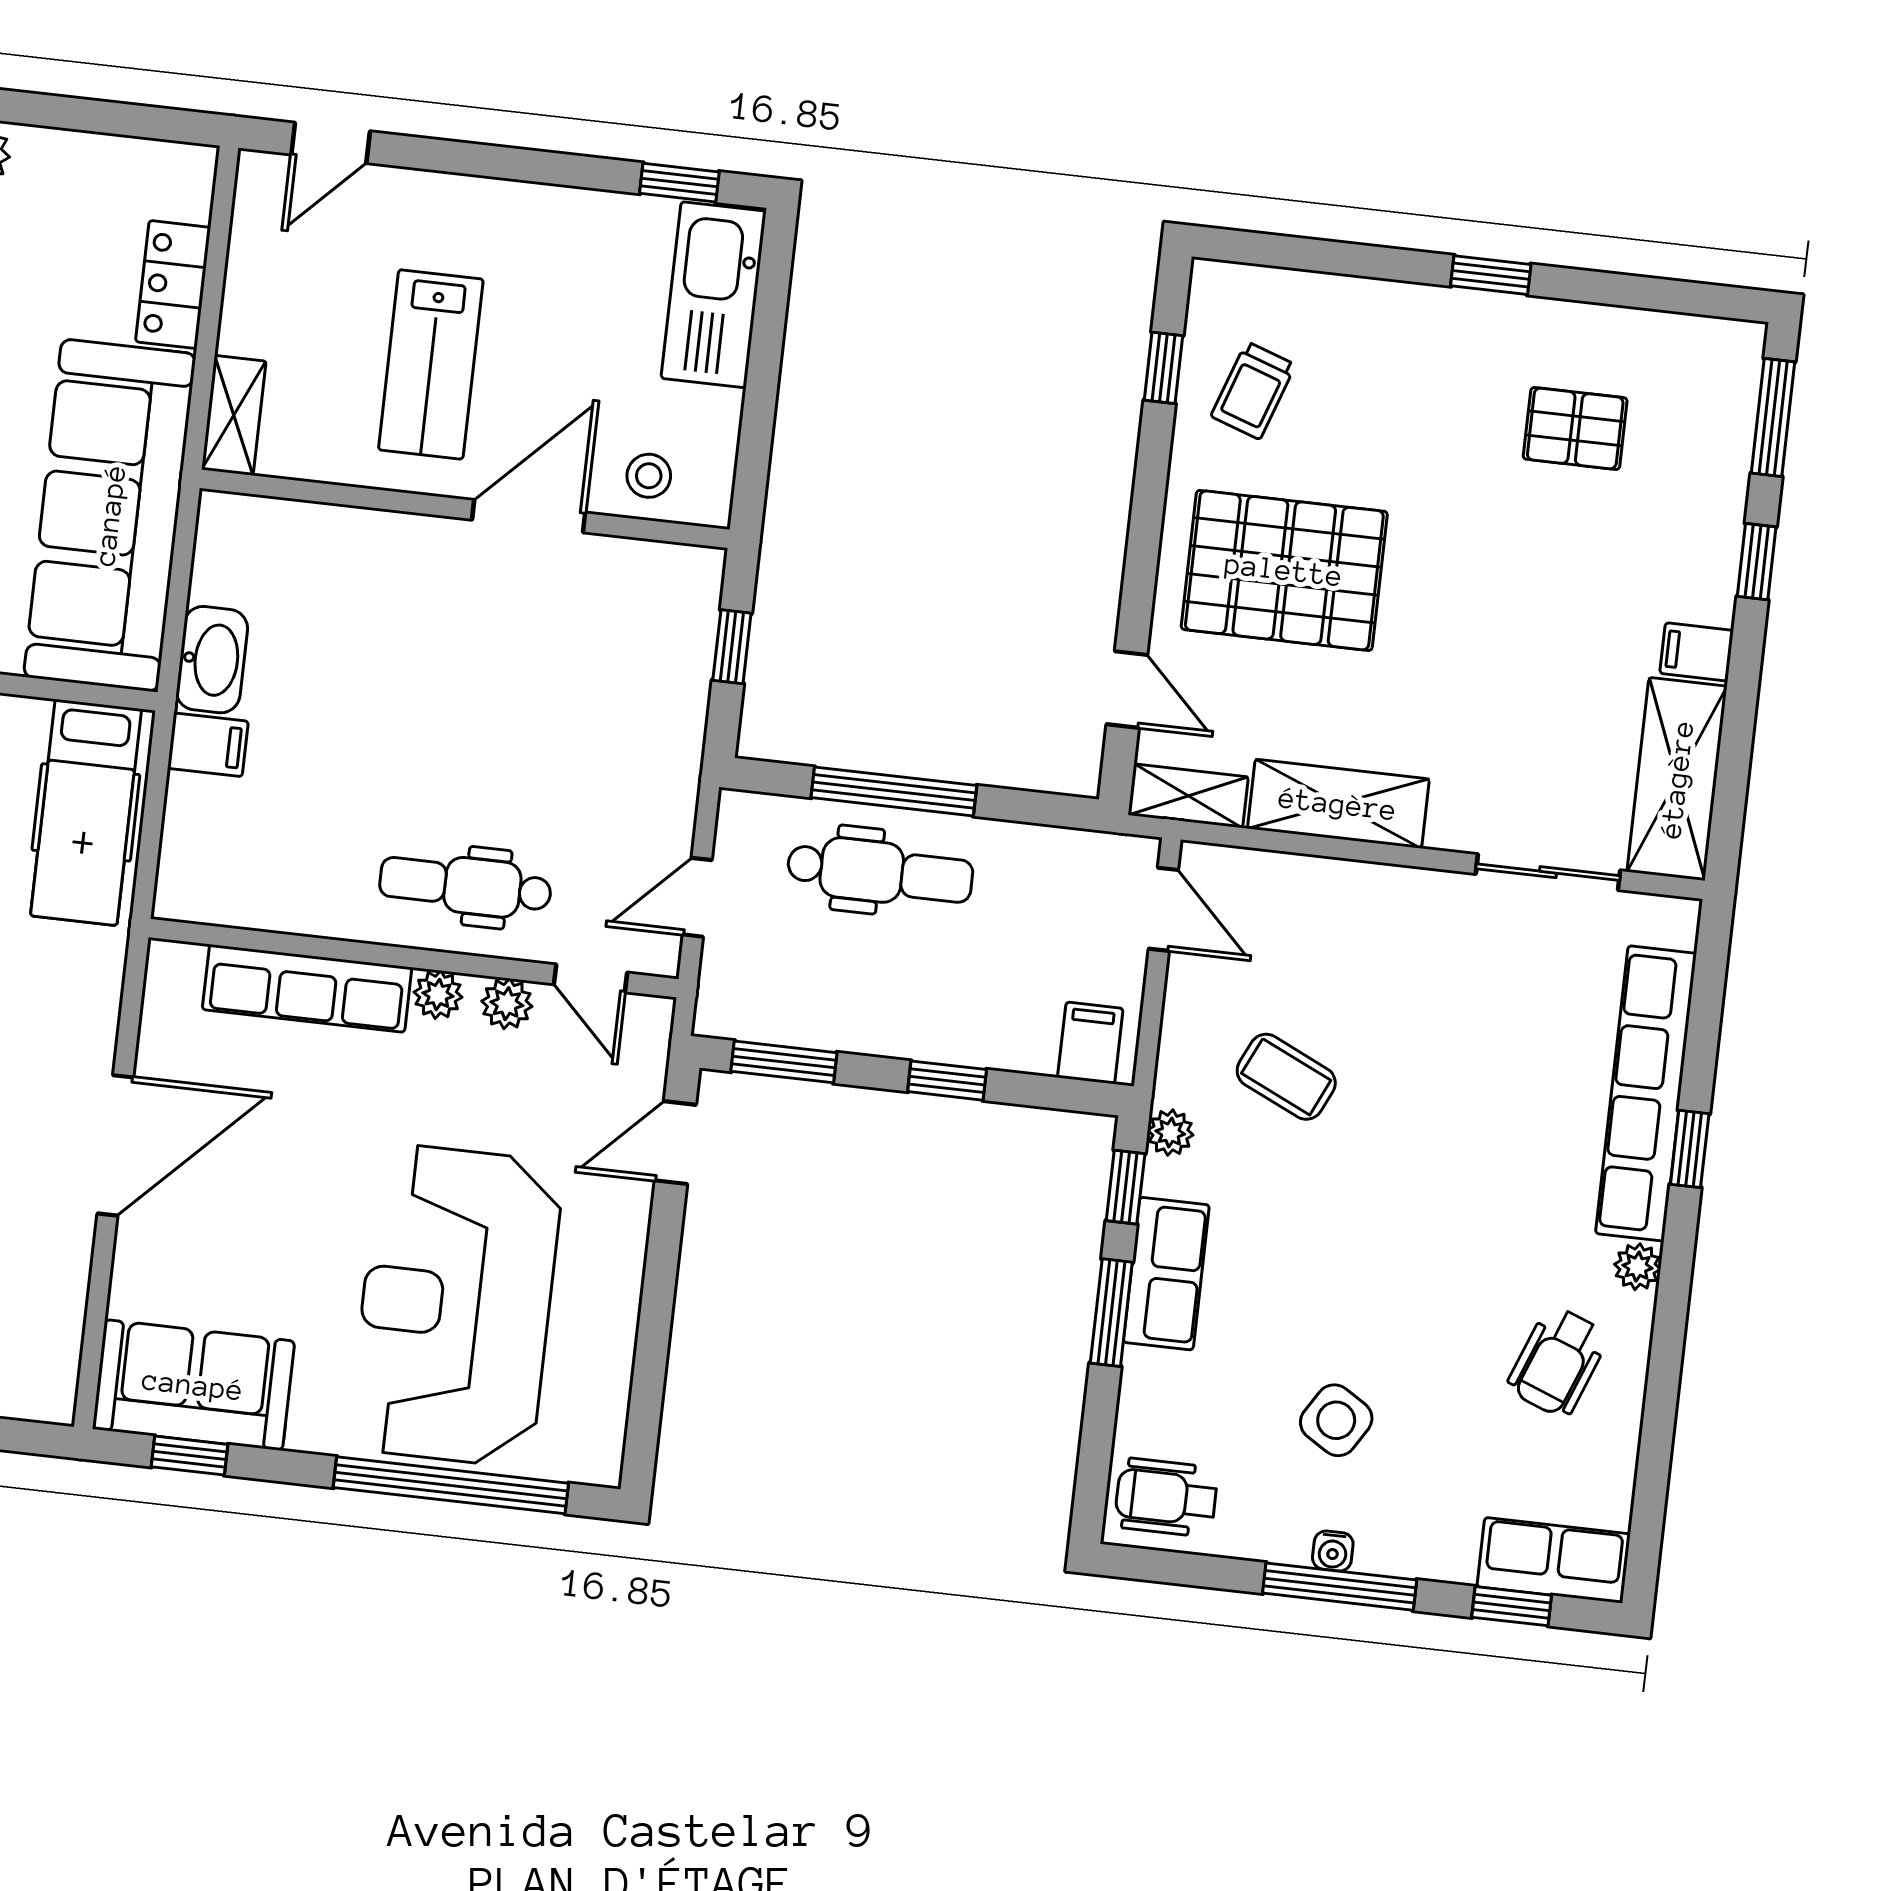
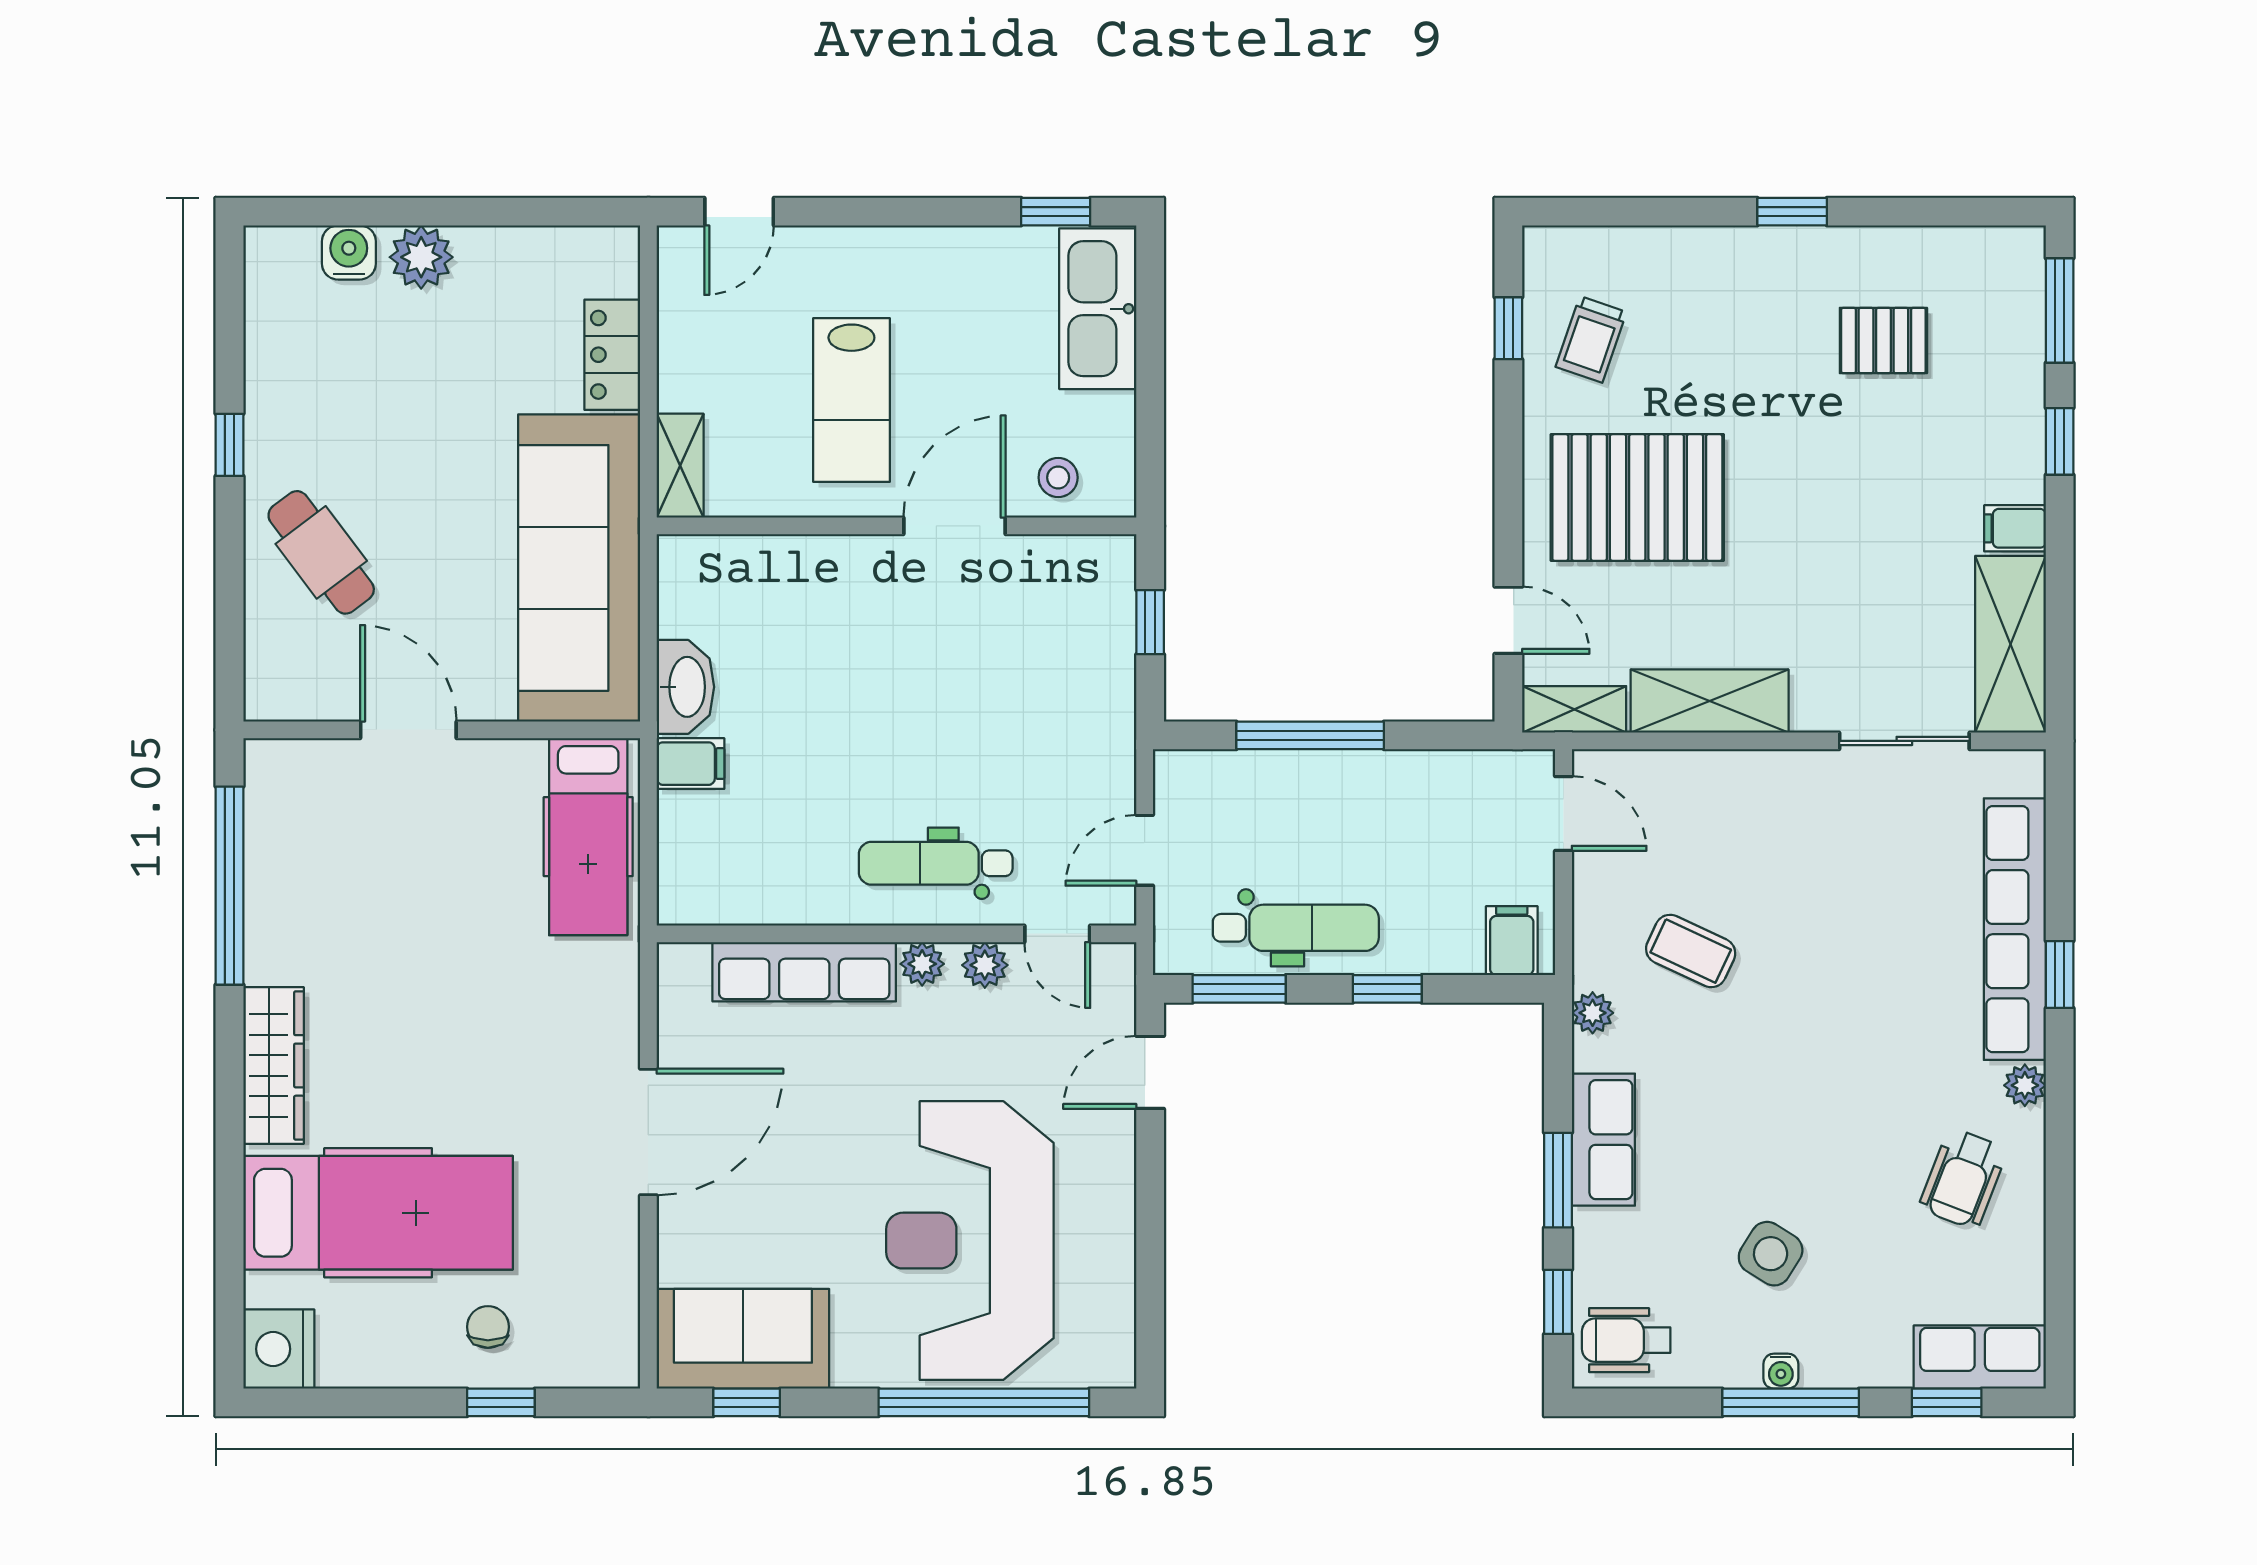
dental chair: (880, 872) -> (1296, 928), moved
window: (1126, 1187) -> (1558, 1302), moved

